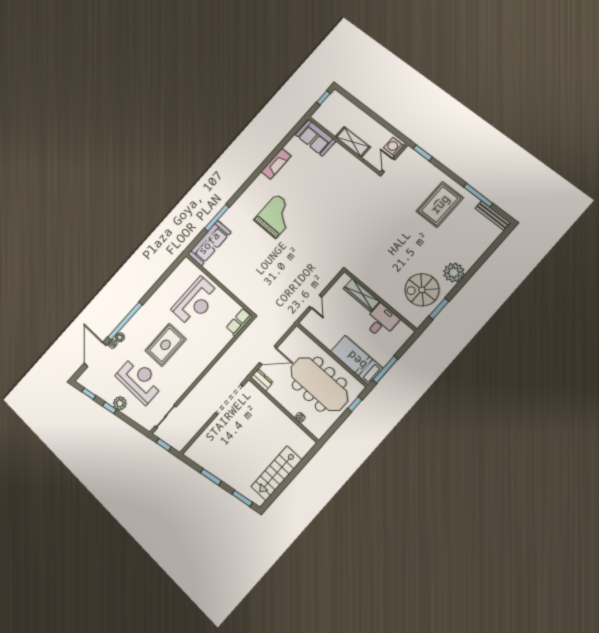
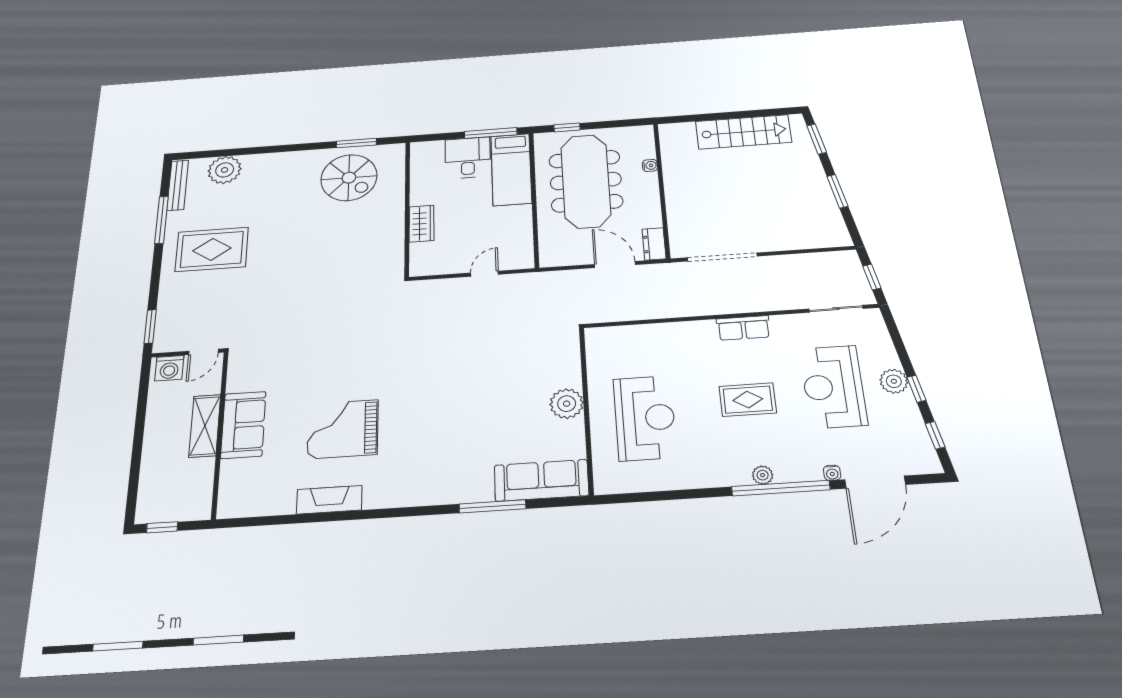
sofa: (316, 138) -> (243, 425), moved
grand piano: (276, 216) -> (343, 429), moved
plant: (454, 273) -> (225, 170), moved
plant: (229, 280) -> (567, 404), added
wardrobe: (361, 295) -> (422, 224), width x0.67
reception desk: (196, 302) -> (645, 418), turned 90
desk: (381, 321) -> (468, 158), moved, turned 90
row of seats: (239, 322) -> (743, 328), moved
plant: (120, 337) -> (763, 475), moved
rug: (165, 345) -> (748, 400), width x0.73, depth x0.70

